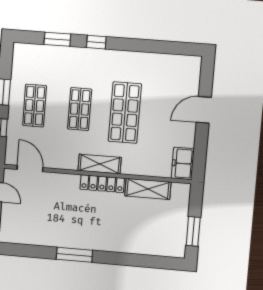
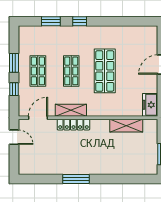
shelving: (100, 164) -> (71, 110), moved
door: (30, 168) -> (38, 118), hinge flipped
locker: (102, 184) -> (73, 125), moved

